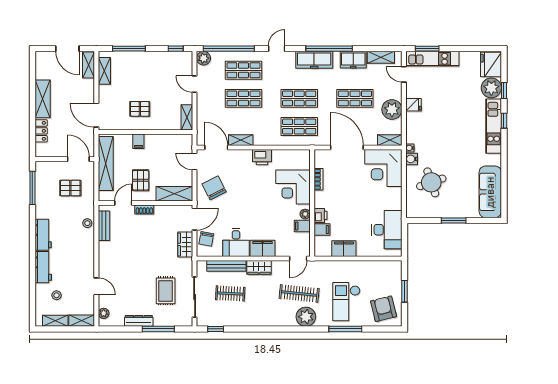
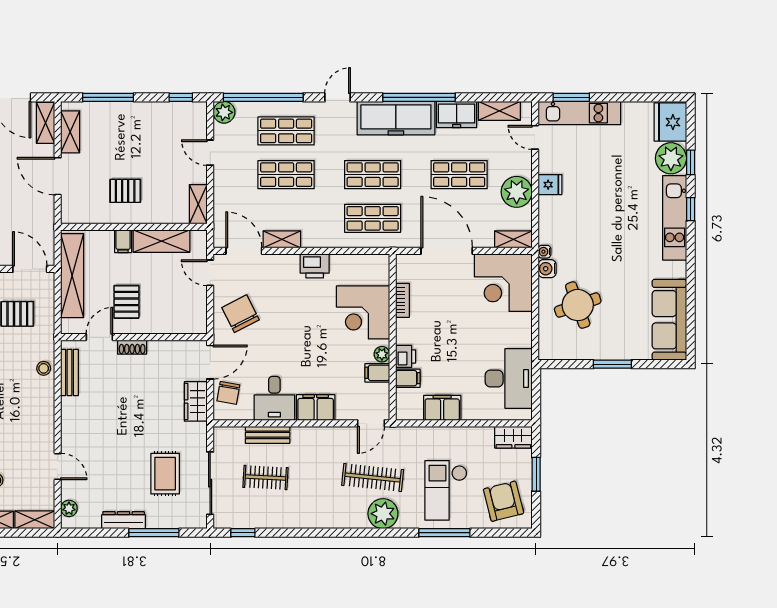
freezer: (314, 60) -> (396, 118), width x1.36, depth x1.26
door: (96, 115) -> (58, 176), moved
shelving: (174, 194) -> (162, 241), moved
bench: (226, 266) -> (268, 435), width x0.73
wardrobe: (259, 267) -> (513, 437), moved

